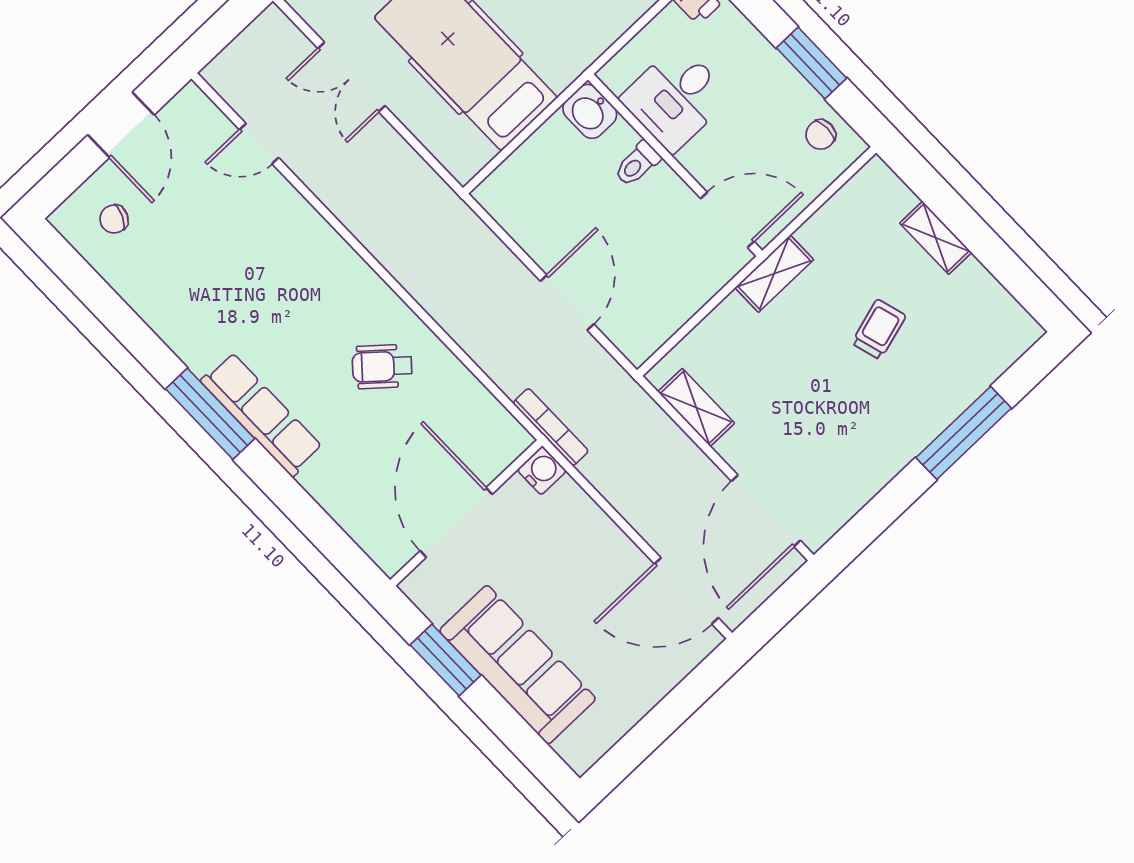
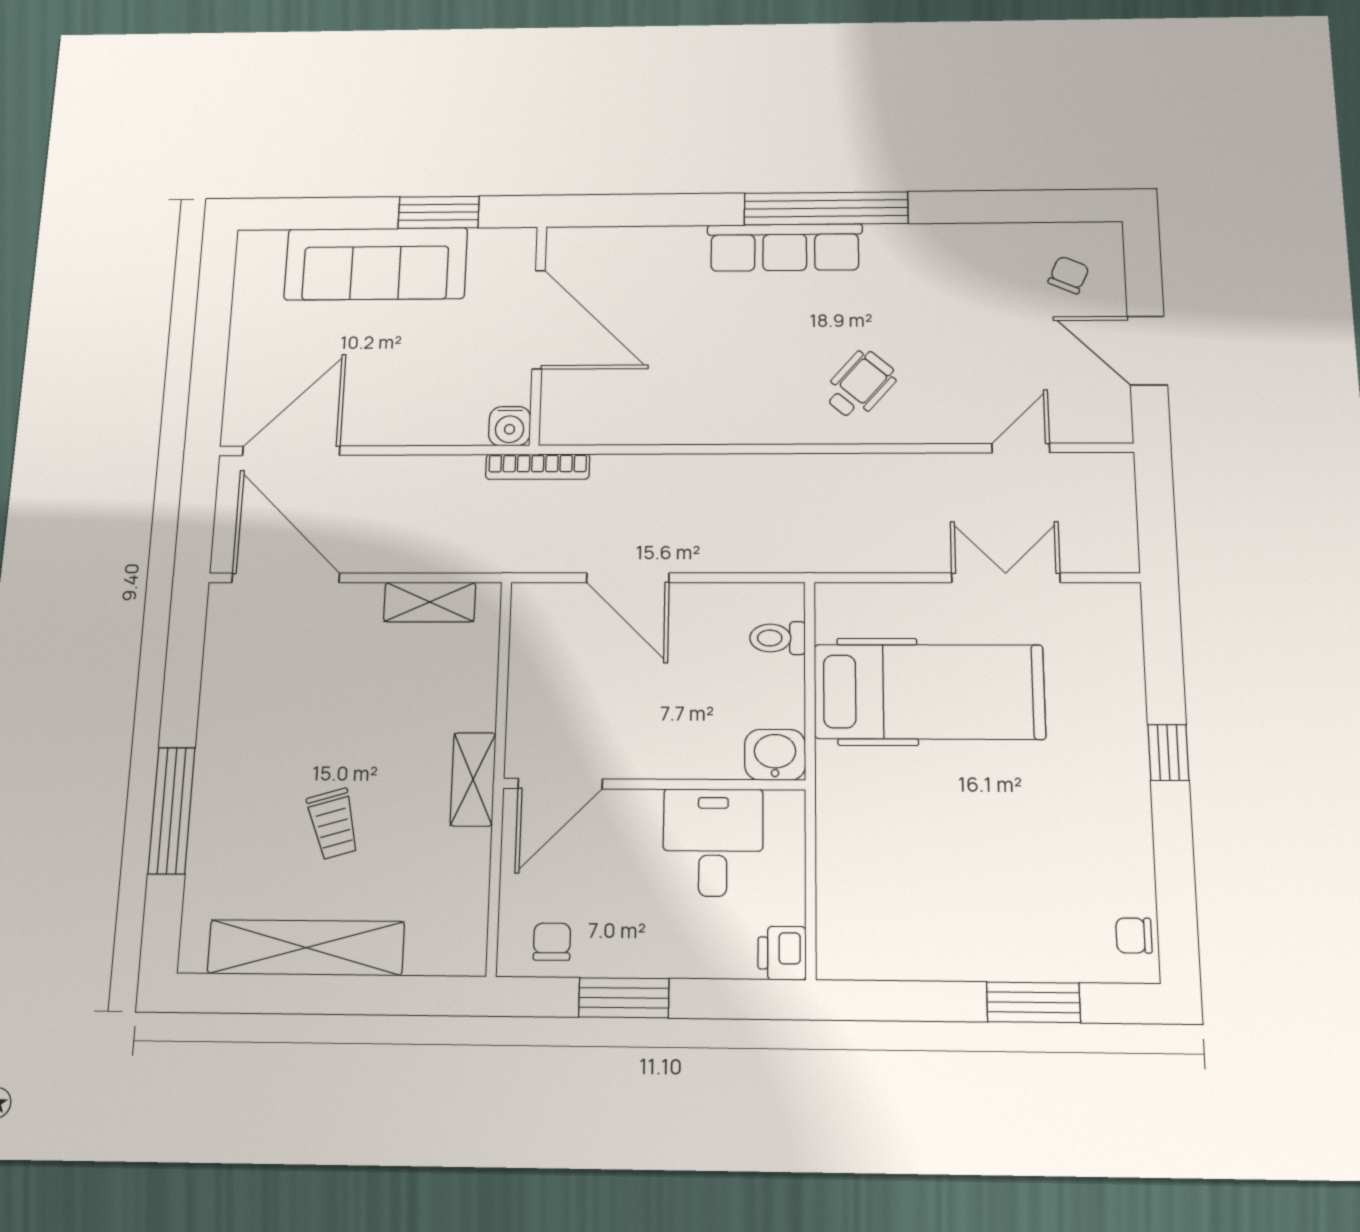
toilet: (637, 164) -> (777, 638), moved, turned -90
shelving: (936, 238) -> (306, 948), width x2.20, depth x1.33
wheelchair: (382, 366) -> (860, 385), moved
window: (210, 414) -> (826, 208), width x1.46

